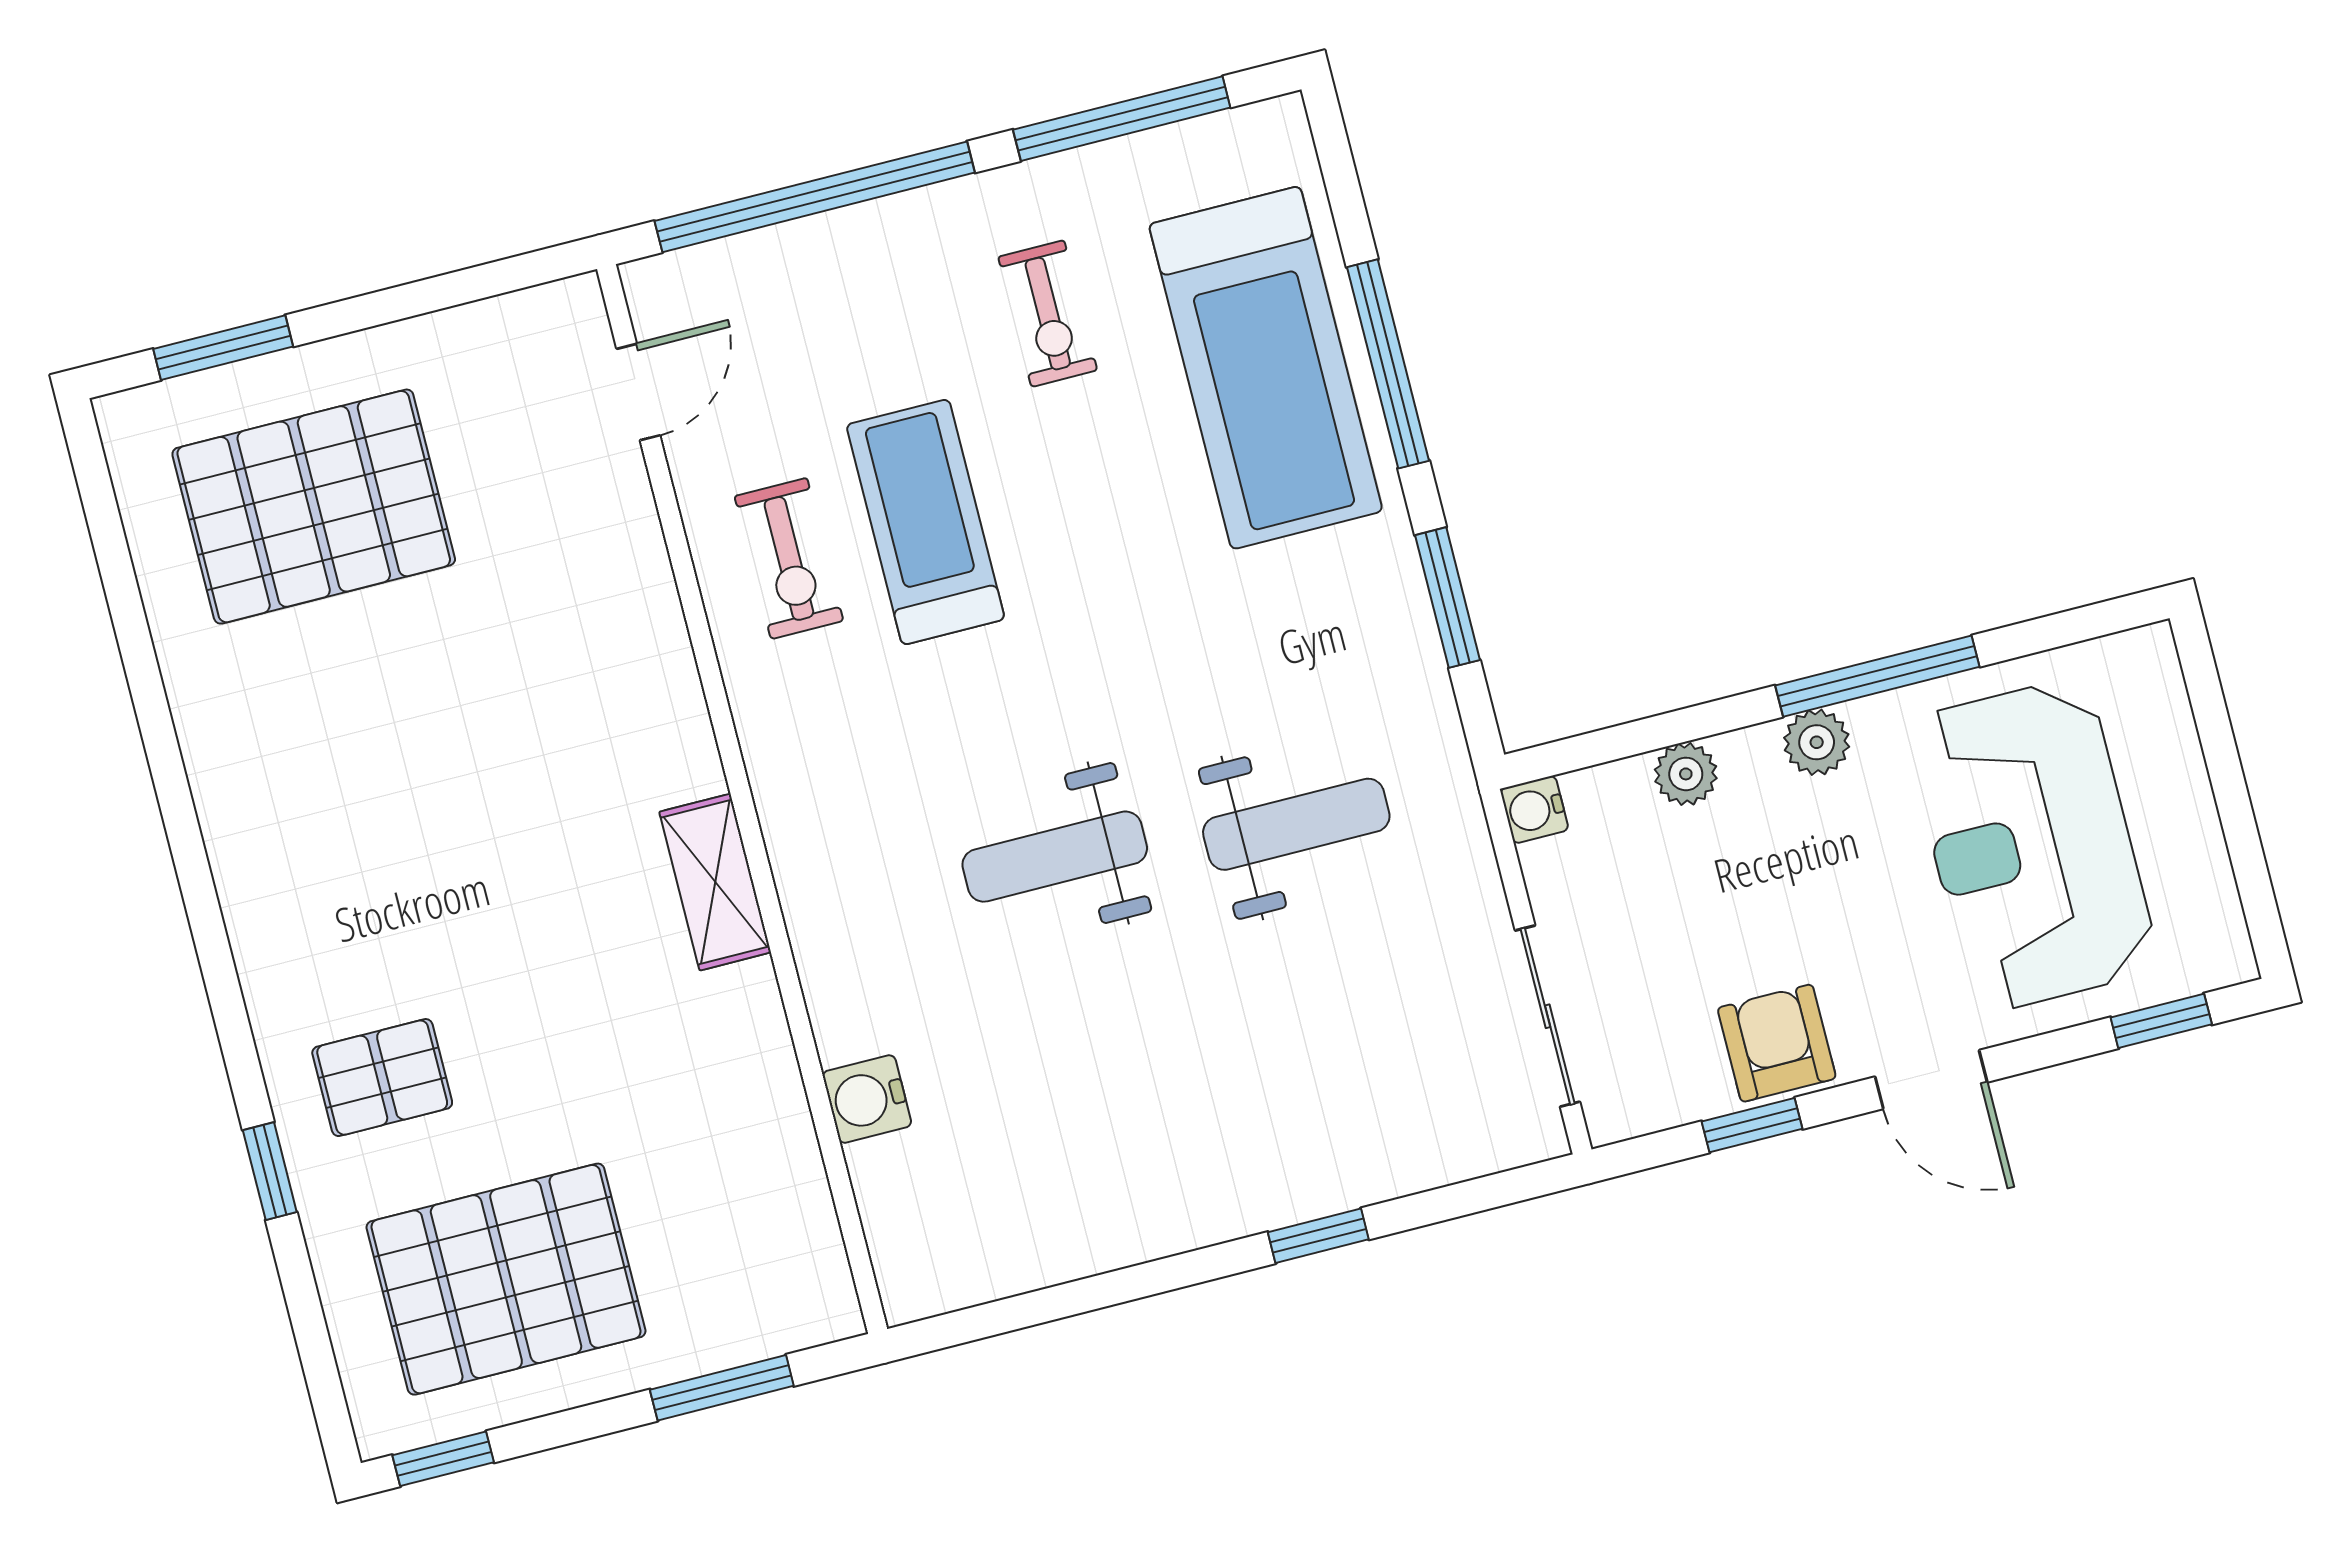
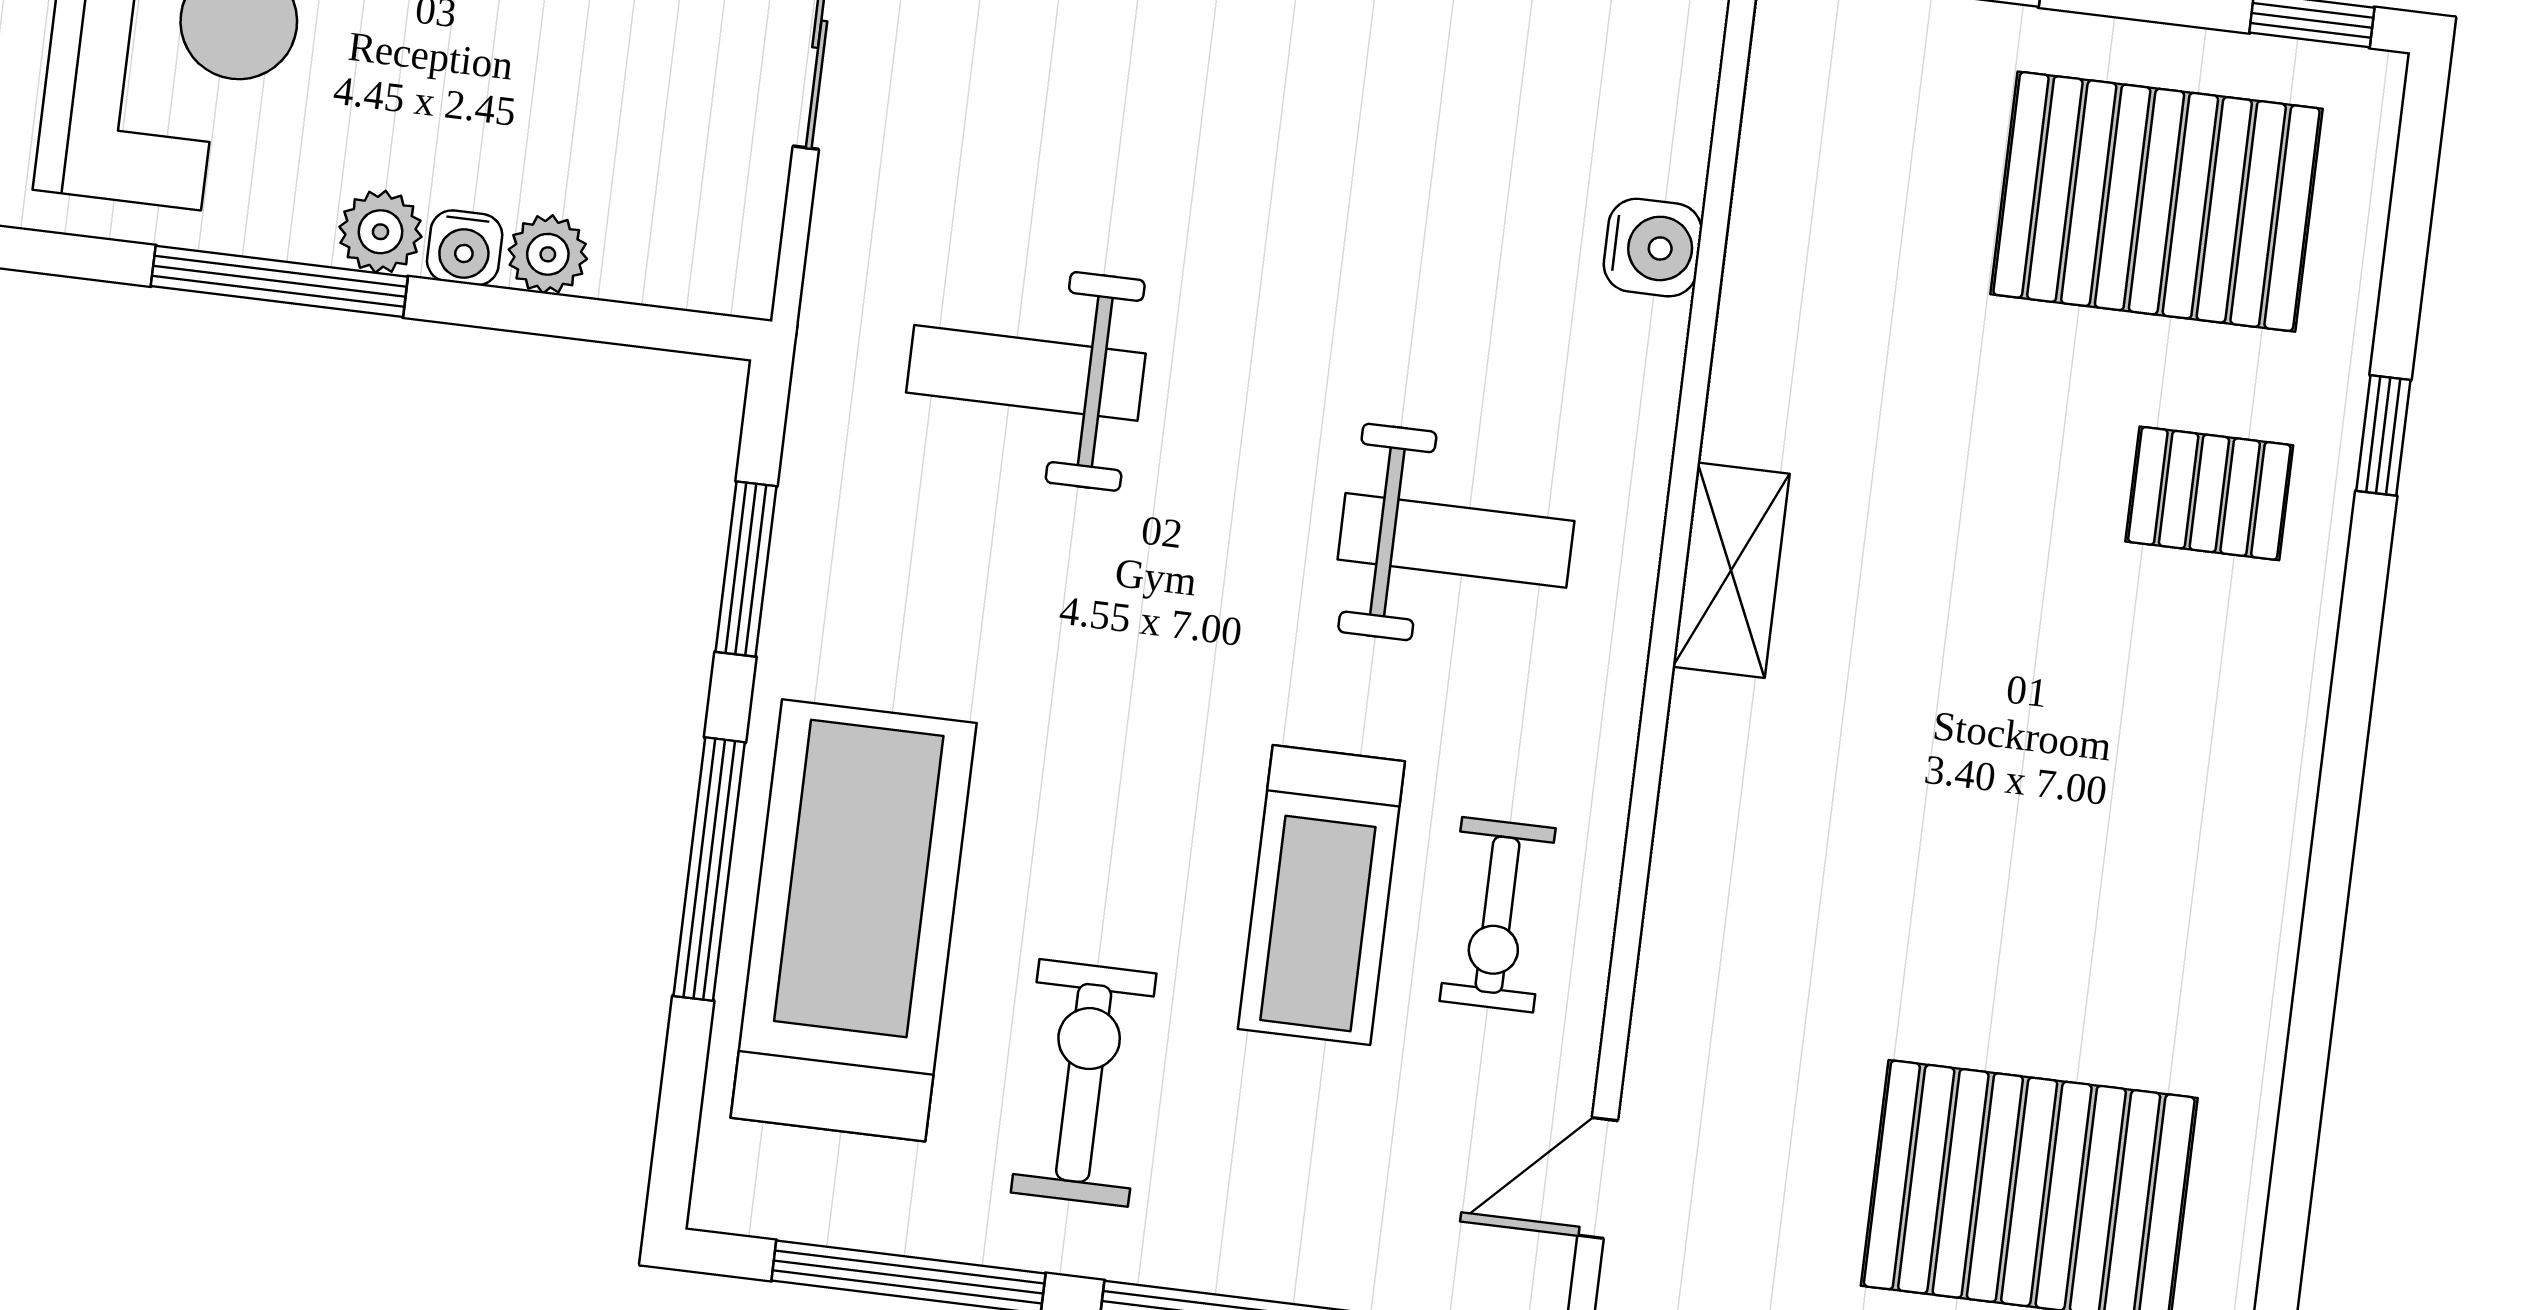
exercise bike: (1048, 314) -> (1084, 1083), width x1.38, depth x1.39
exercise bike: (789, 558) -> (1498, 915), turned 180
water cooler: (1534, 810) -> (465, 248), moved, turned 90
weight bench: (1055, 857) -> (1456, 540), moved

